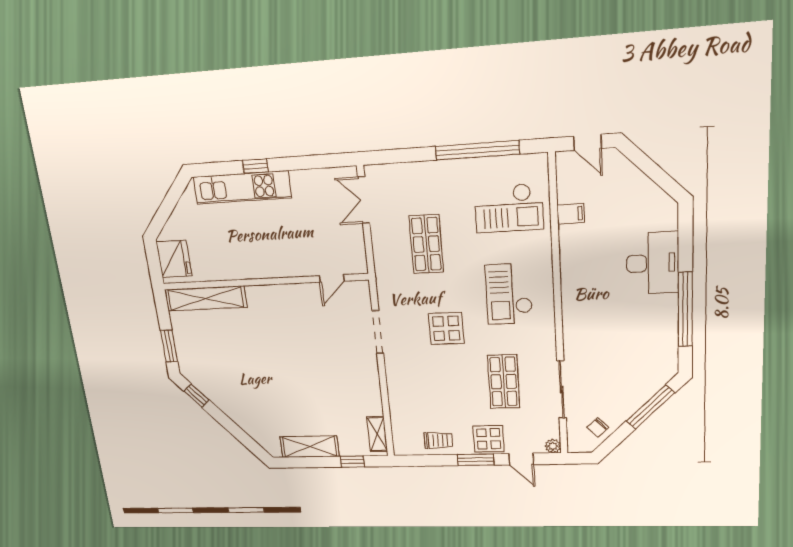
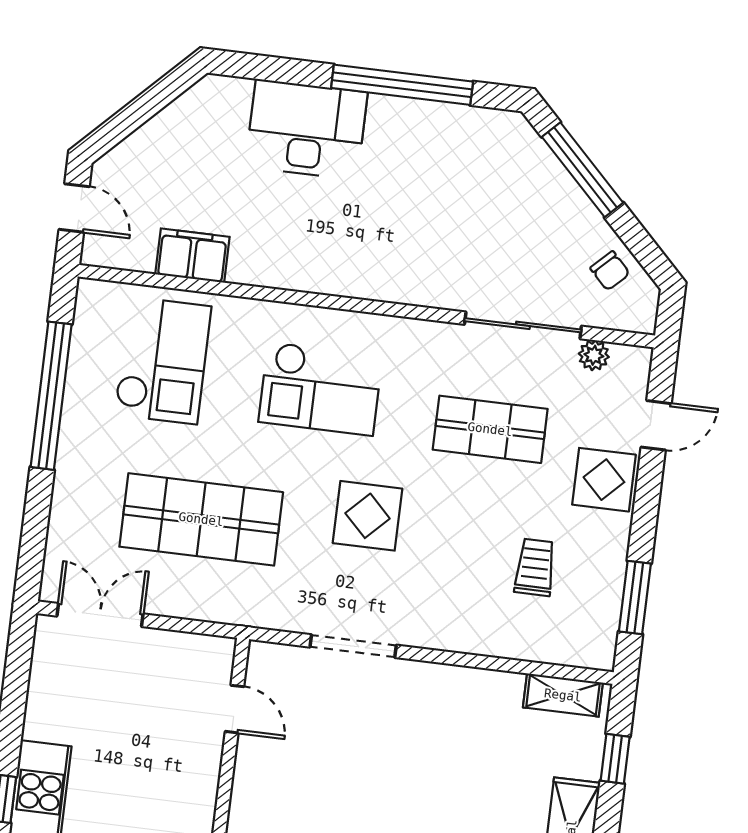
door: (588, 142) -> (74, 208), hinge flipped
double door: (364, 200) -> (100, 615), swing flipped
filing cabinet: (571, 214) -> (192, 256), width x2.00
shop shelf: (426, 244) -> (201, 519), width x1.43, depth x1.36
trolley: (438, 440) -> (535, 567), moved
plant: (553, 446) -> (594, 355), moved
window: (476, 460) -> (635, 597), moved

